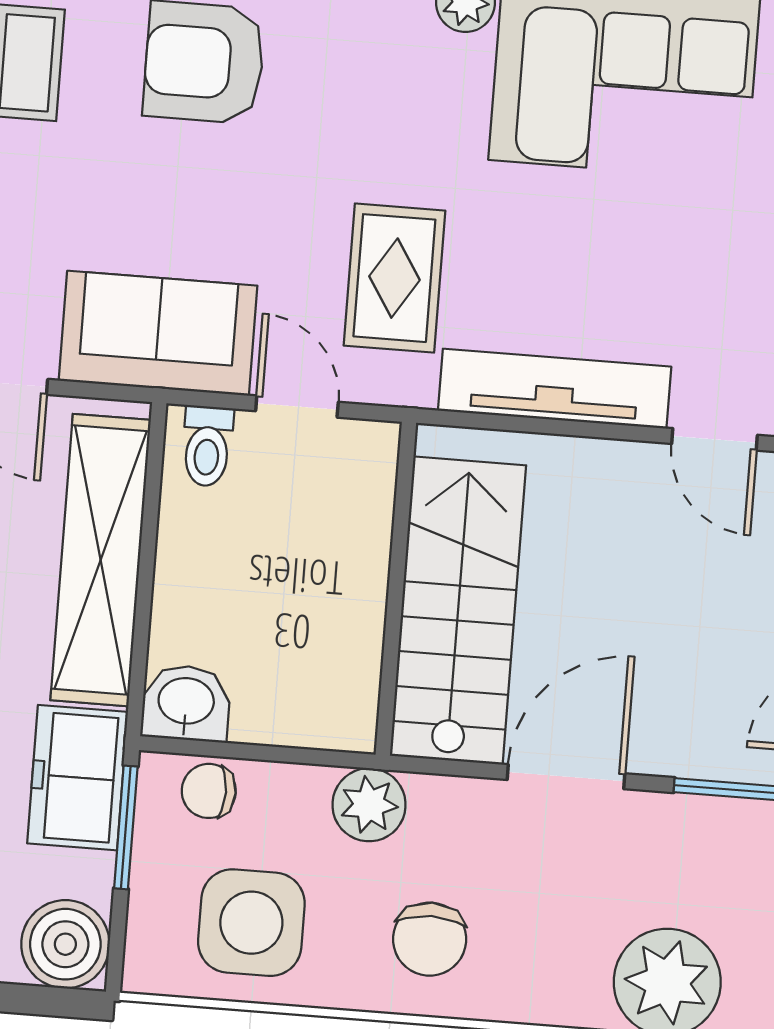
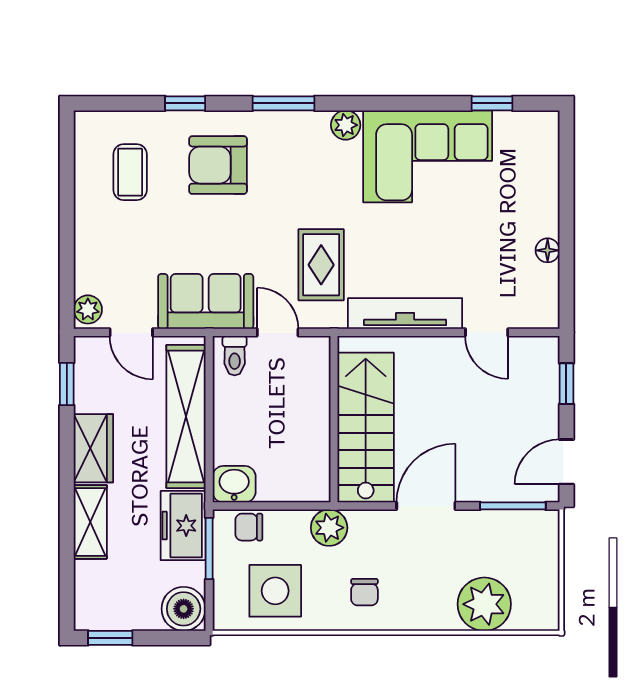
chair: (430, 939) -> (364, 592), width x0.73, depth x0.73

